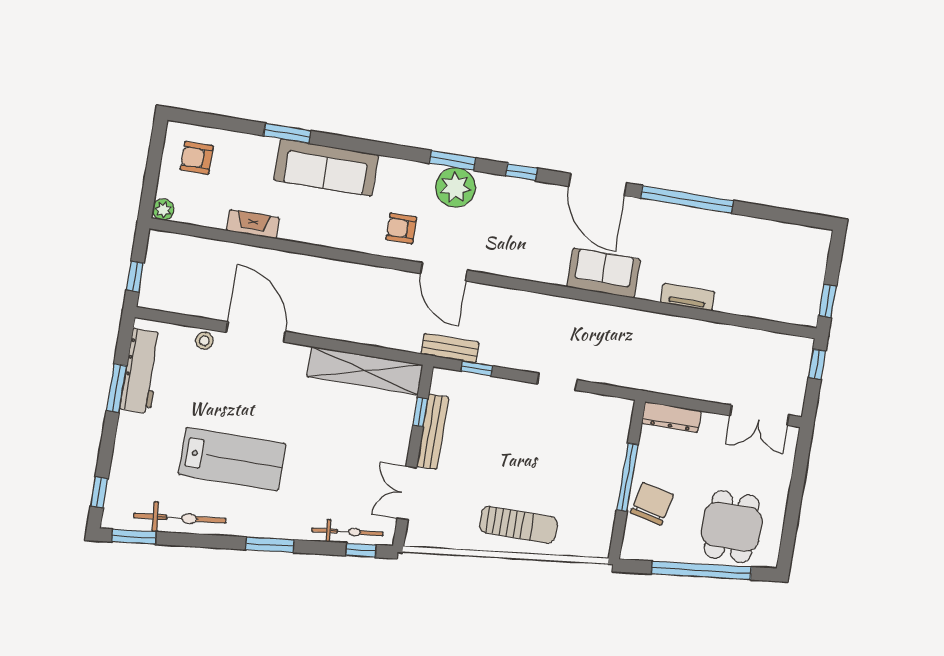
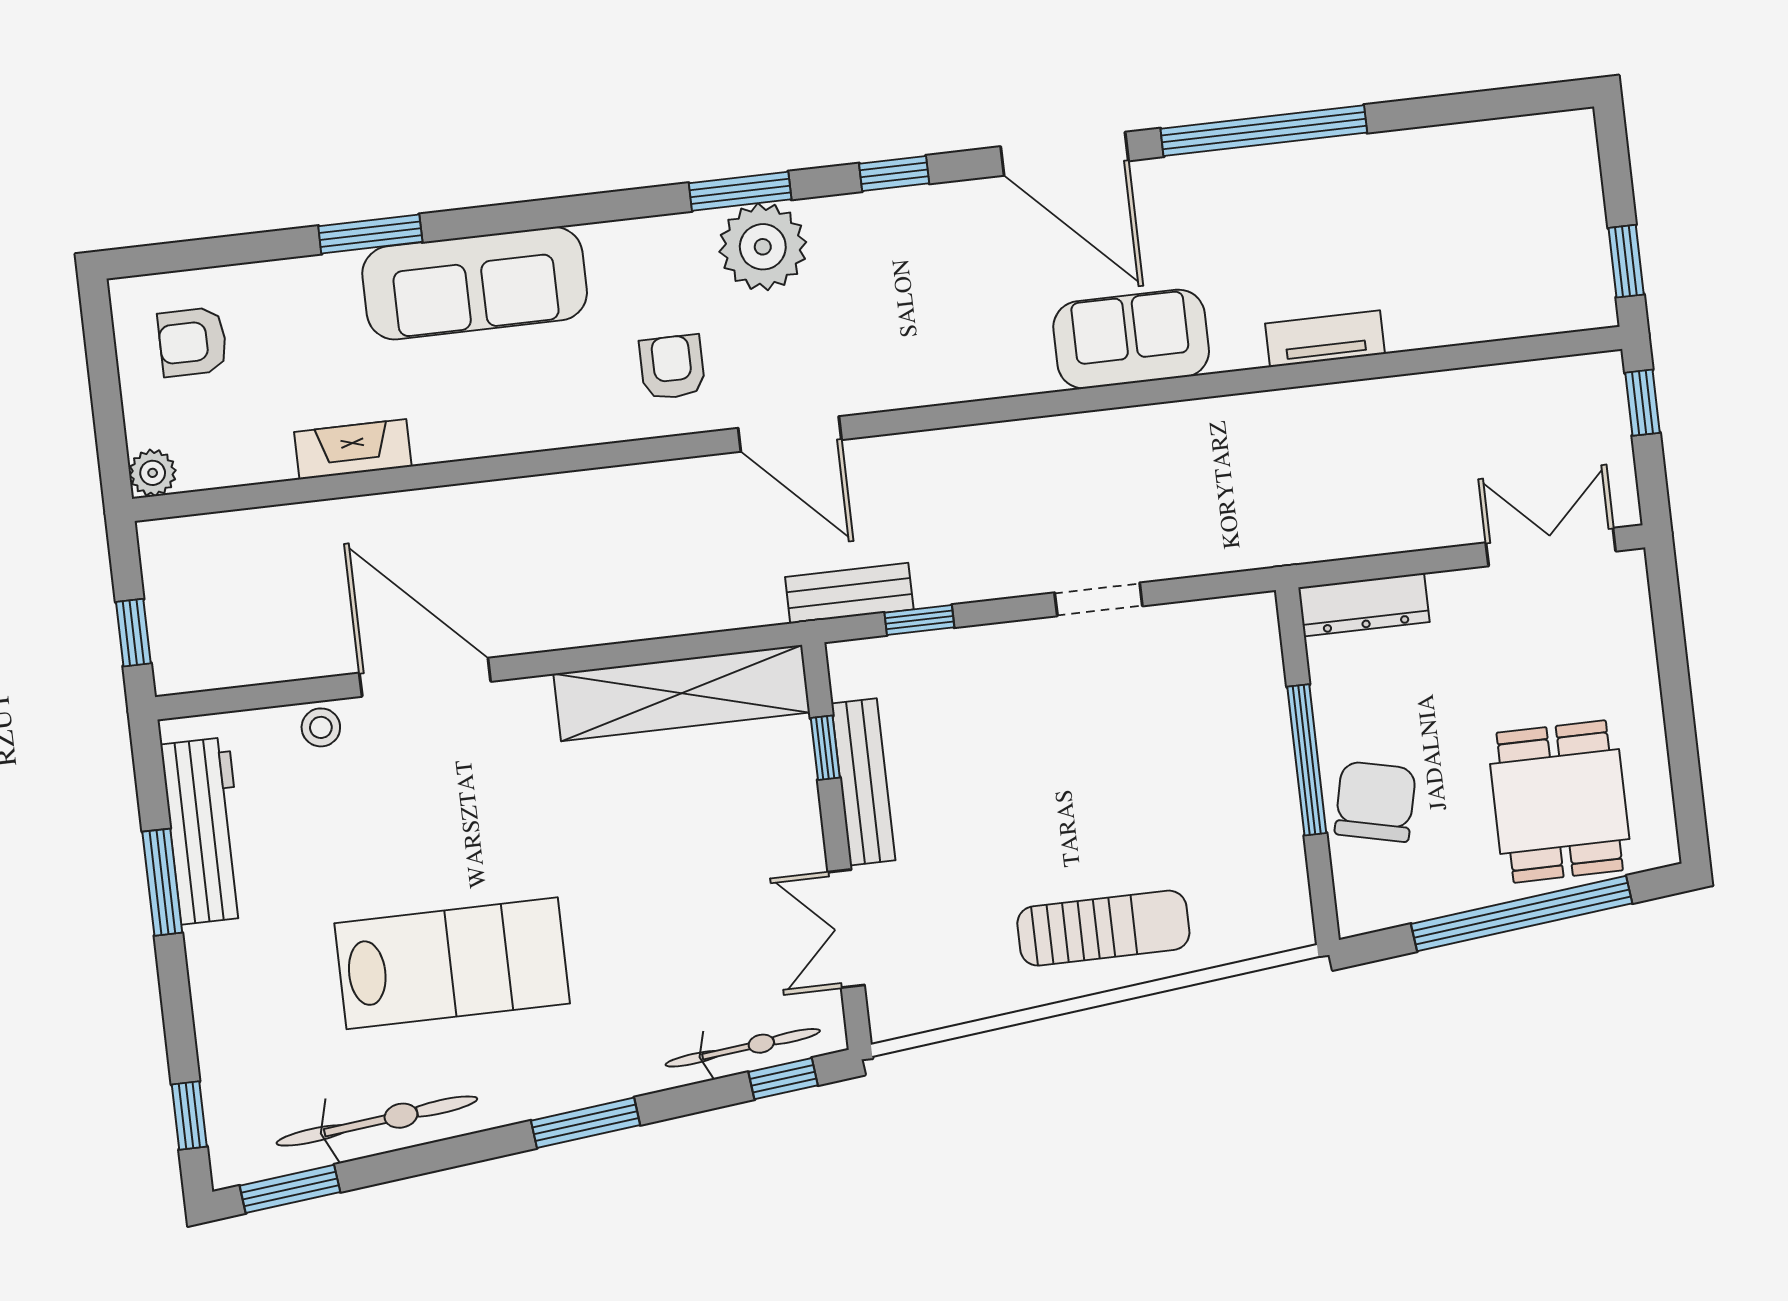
armchair: (401, 228) -> (672, 367), turned 90
double door: (759, 415) -> (1551, 547), swing flipped

